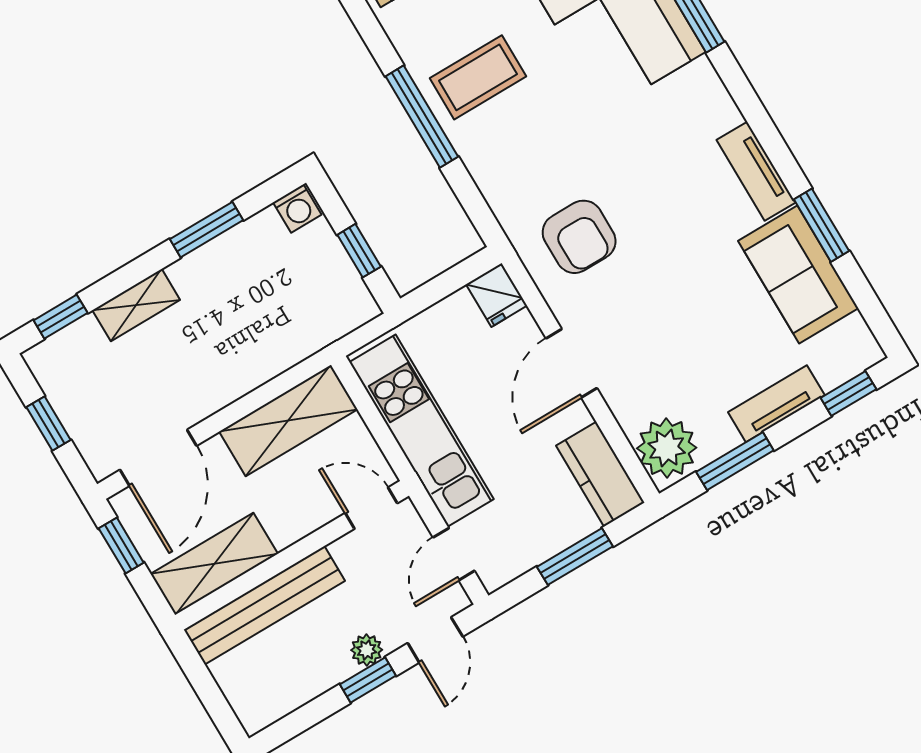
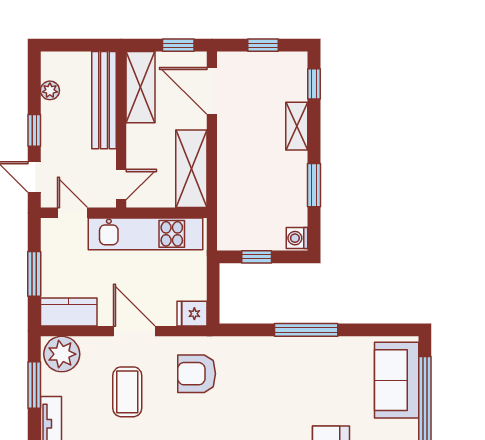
coffee table: (478, 77) -> (127, 392), moved
plant: (367, 650) -> (50, 90), moved

